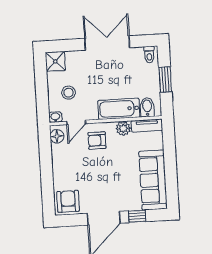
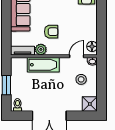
bidet: (147, 107) -> (21, 65), removed
armchair: (97, 140) -> (51, 32), moved

